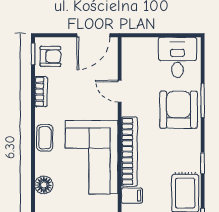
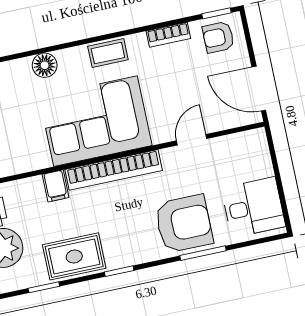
armchair: (50, 56) -> (218, 37), turned 90

